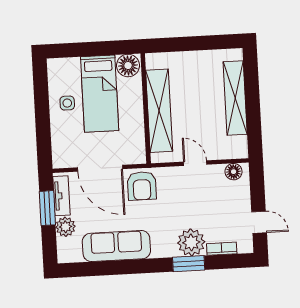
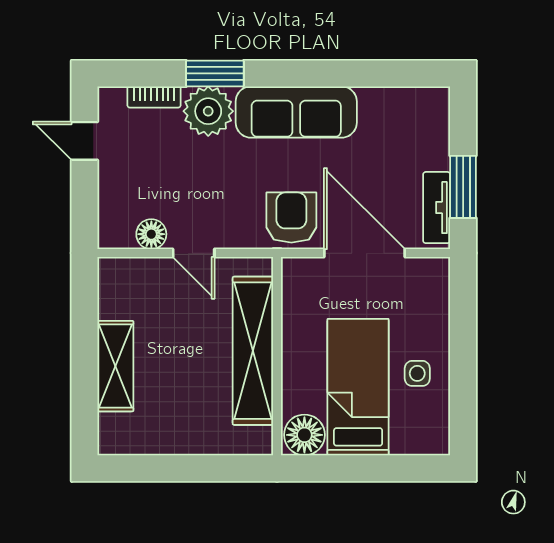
shelving: (235, 98) -> (115, 366), width x0.68
floor lamp: (234, 172) -> (151, 234), moved
plant: (65, 227) -> (432, 152), removed
sofa: (116, 246) -> (296, 112), moved

